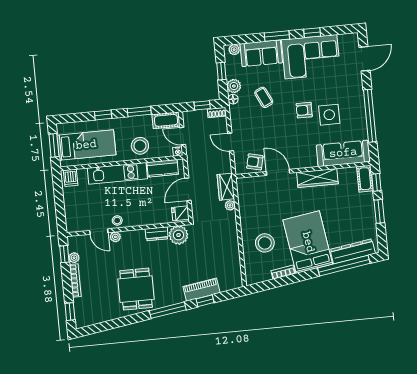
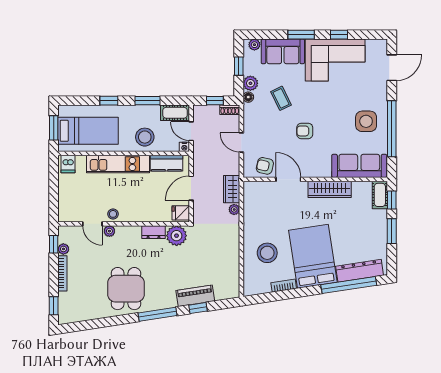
armchair: (304, 110) -> (305, 131), moved
side table: (329, 115) -> (366, 121), moved

